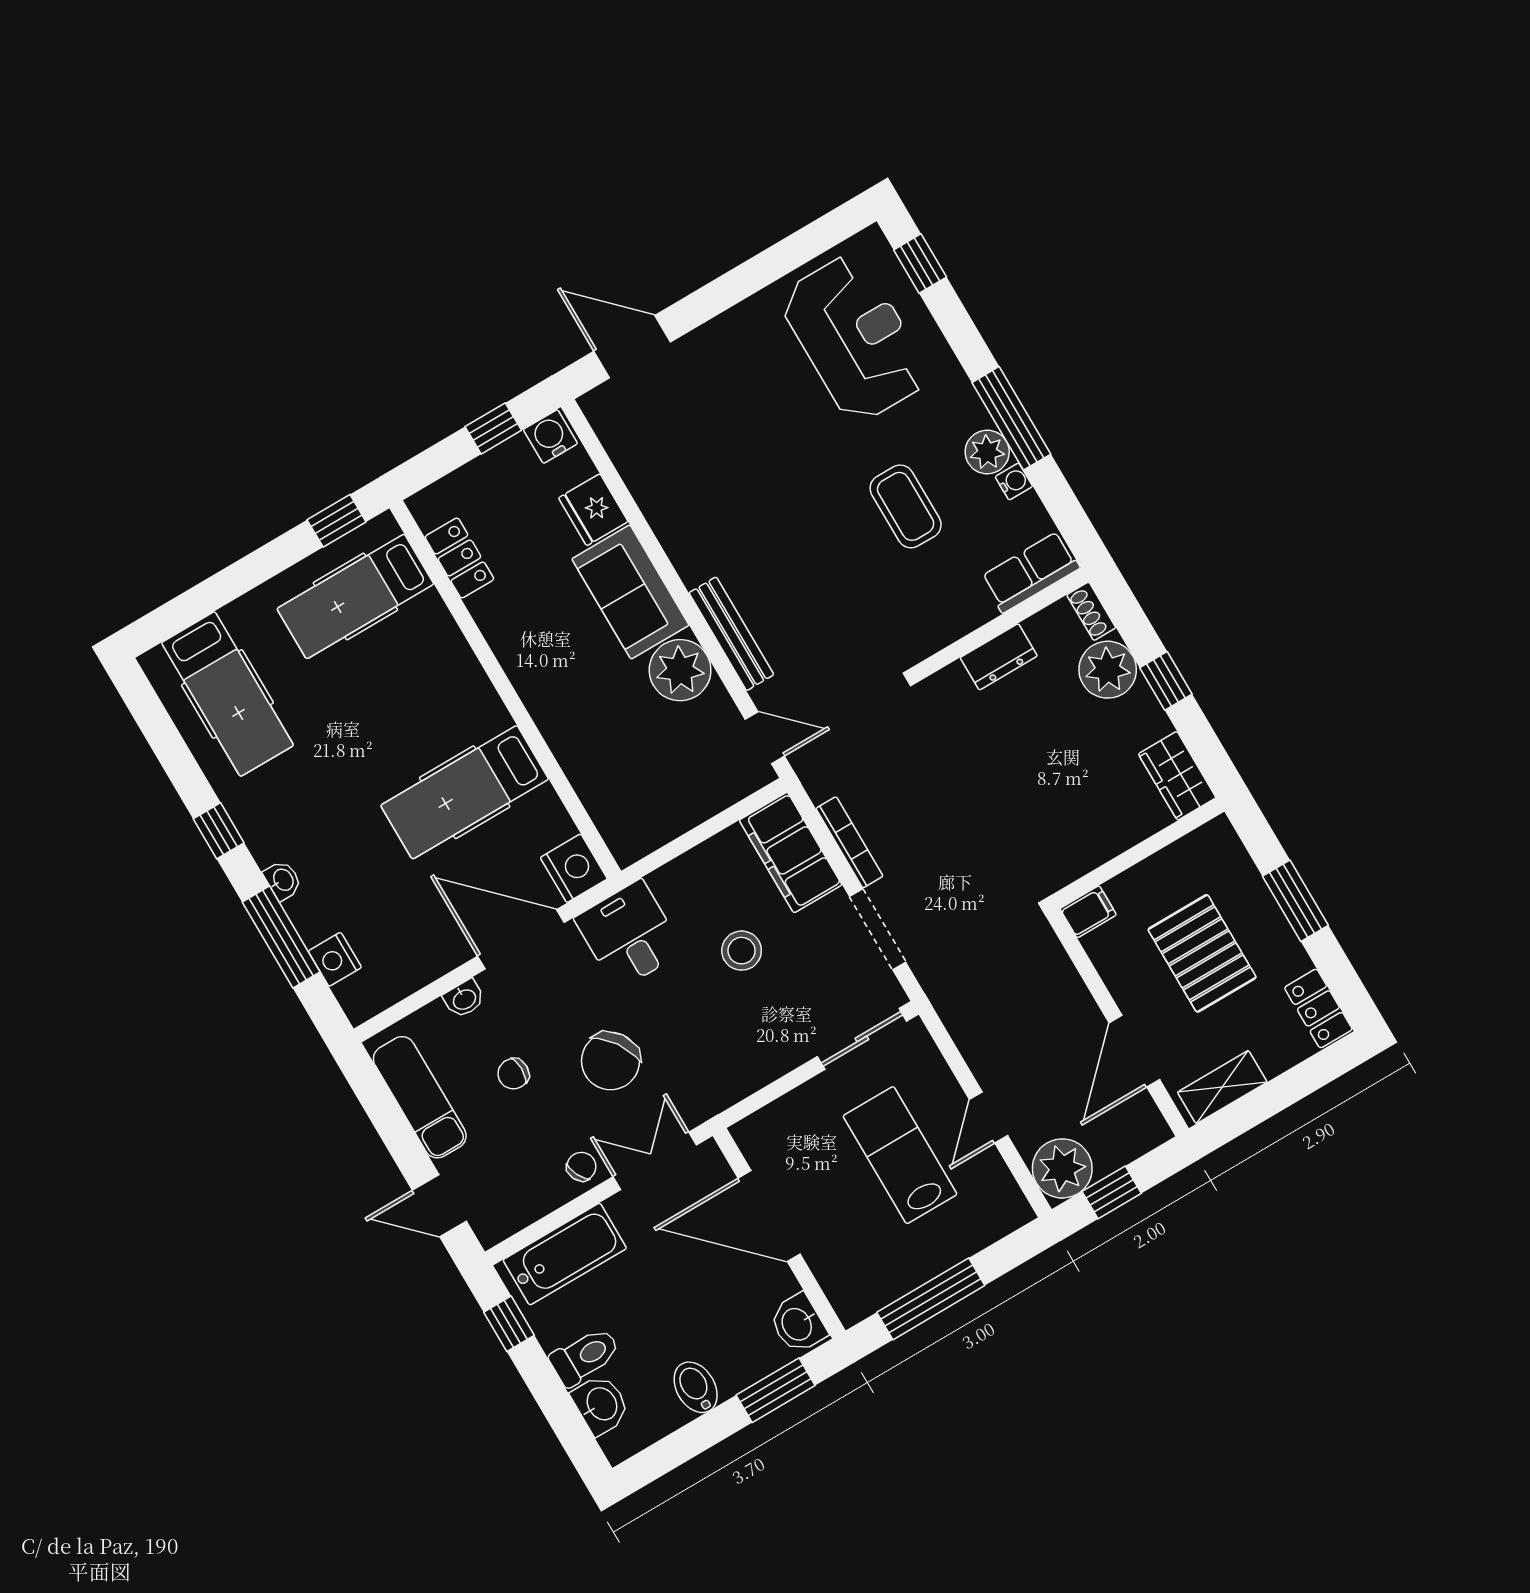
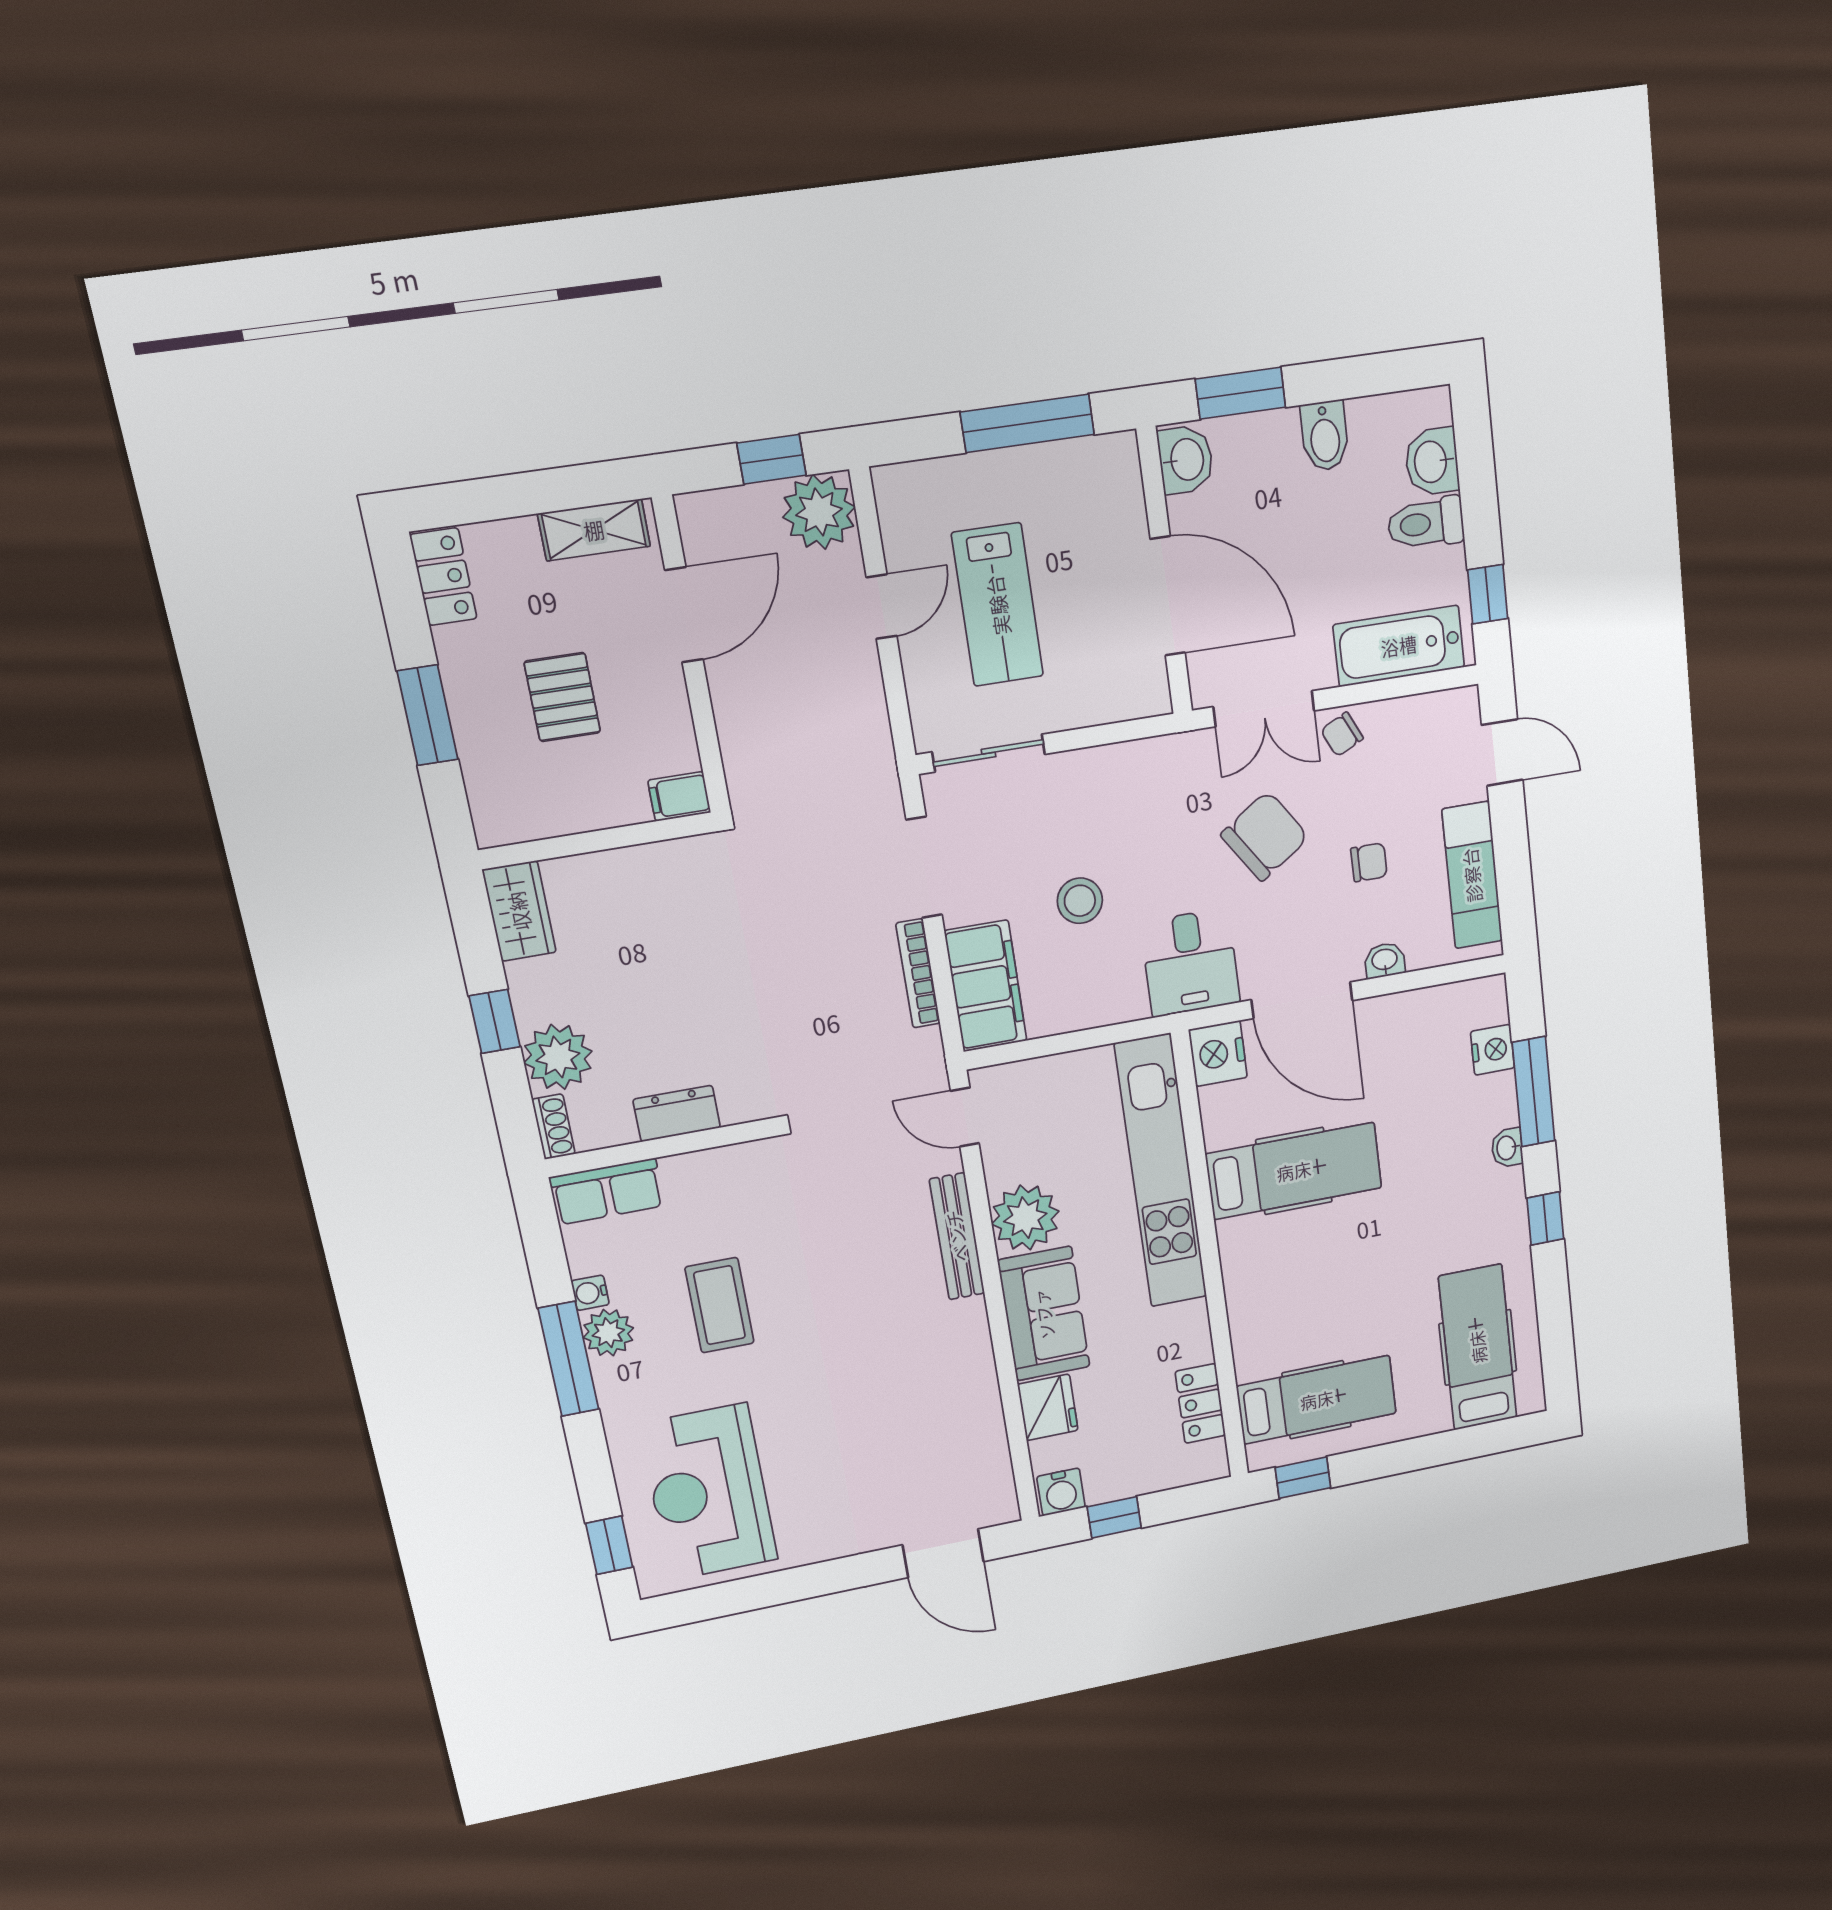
kitchen unit: (580, 751) -> (1161, 1172), added
pallet: (1202, 953) -> (562, 697), width x0.67, depth x0.71

